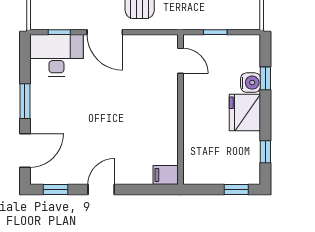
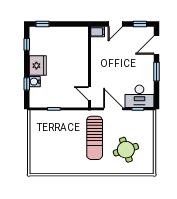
door: (180, 61) -> (89, 93), moved
wall: (180, 110) -> (89, 67), moved
filing cabinet: (166, 175) -> (98, 32), moved

